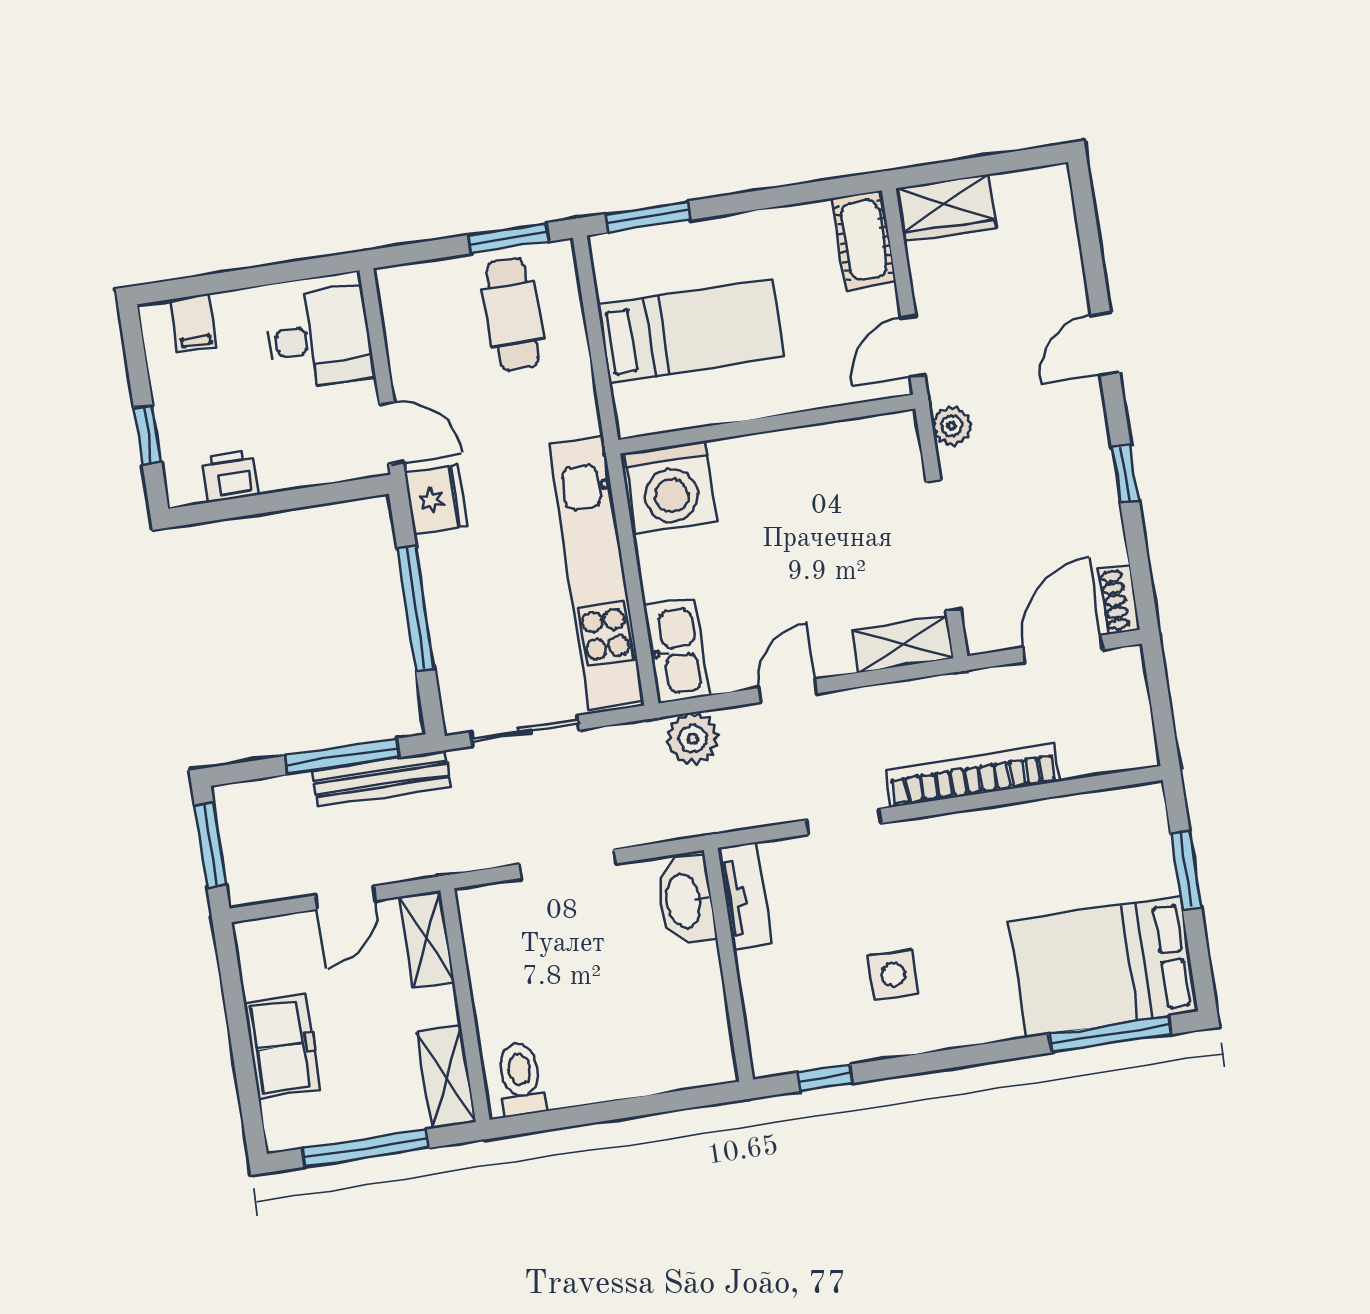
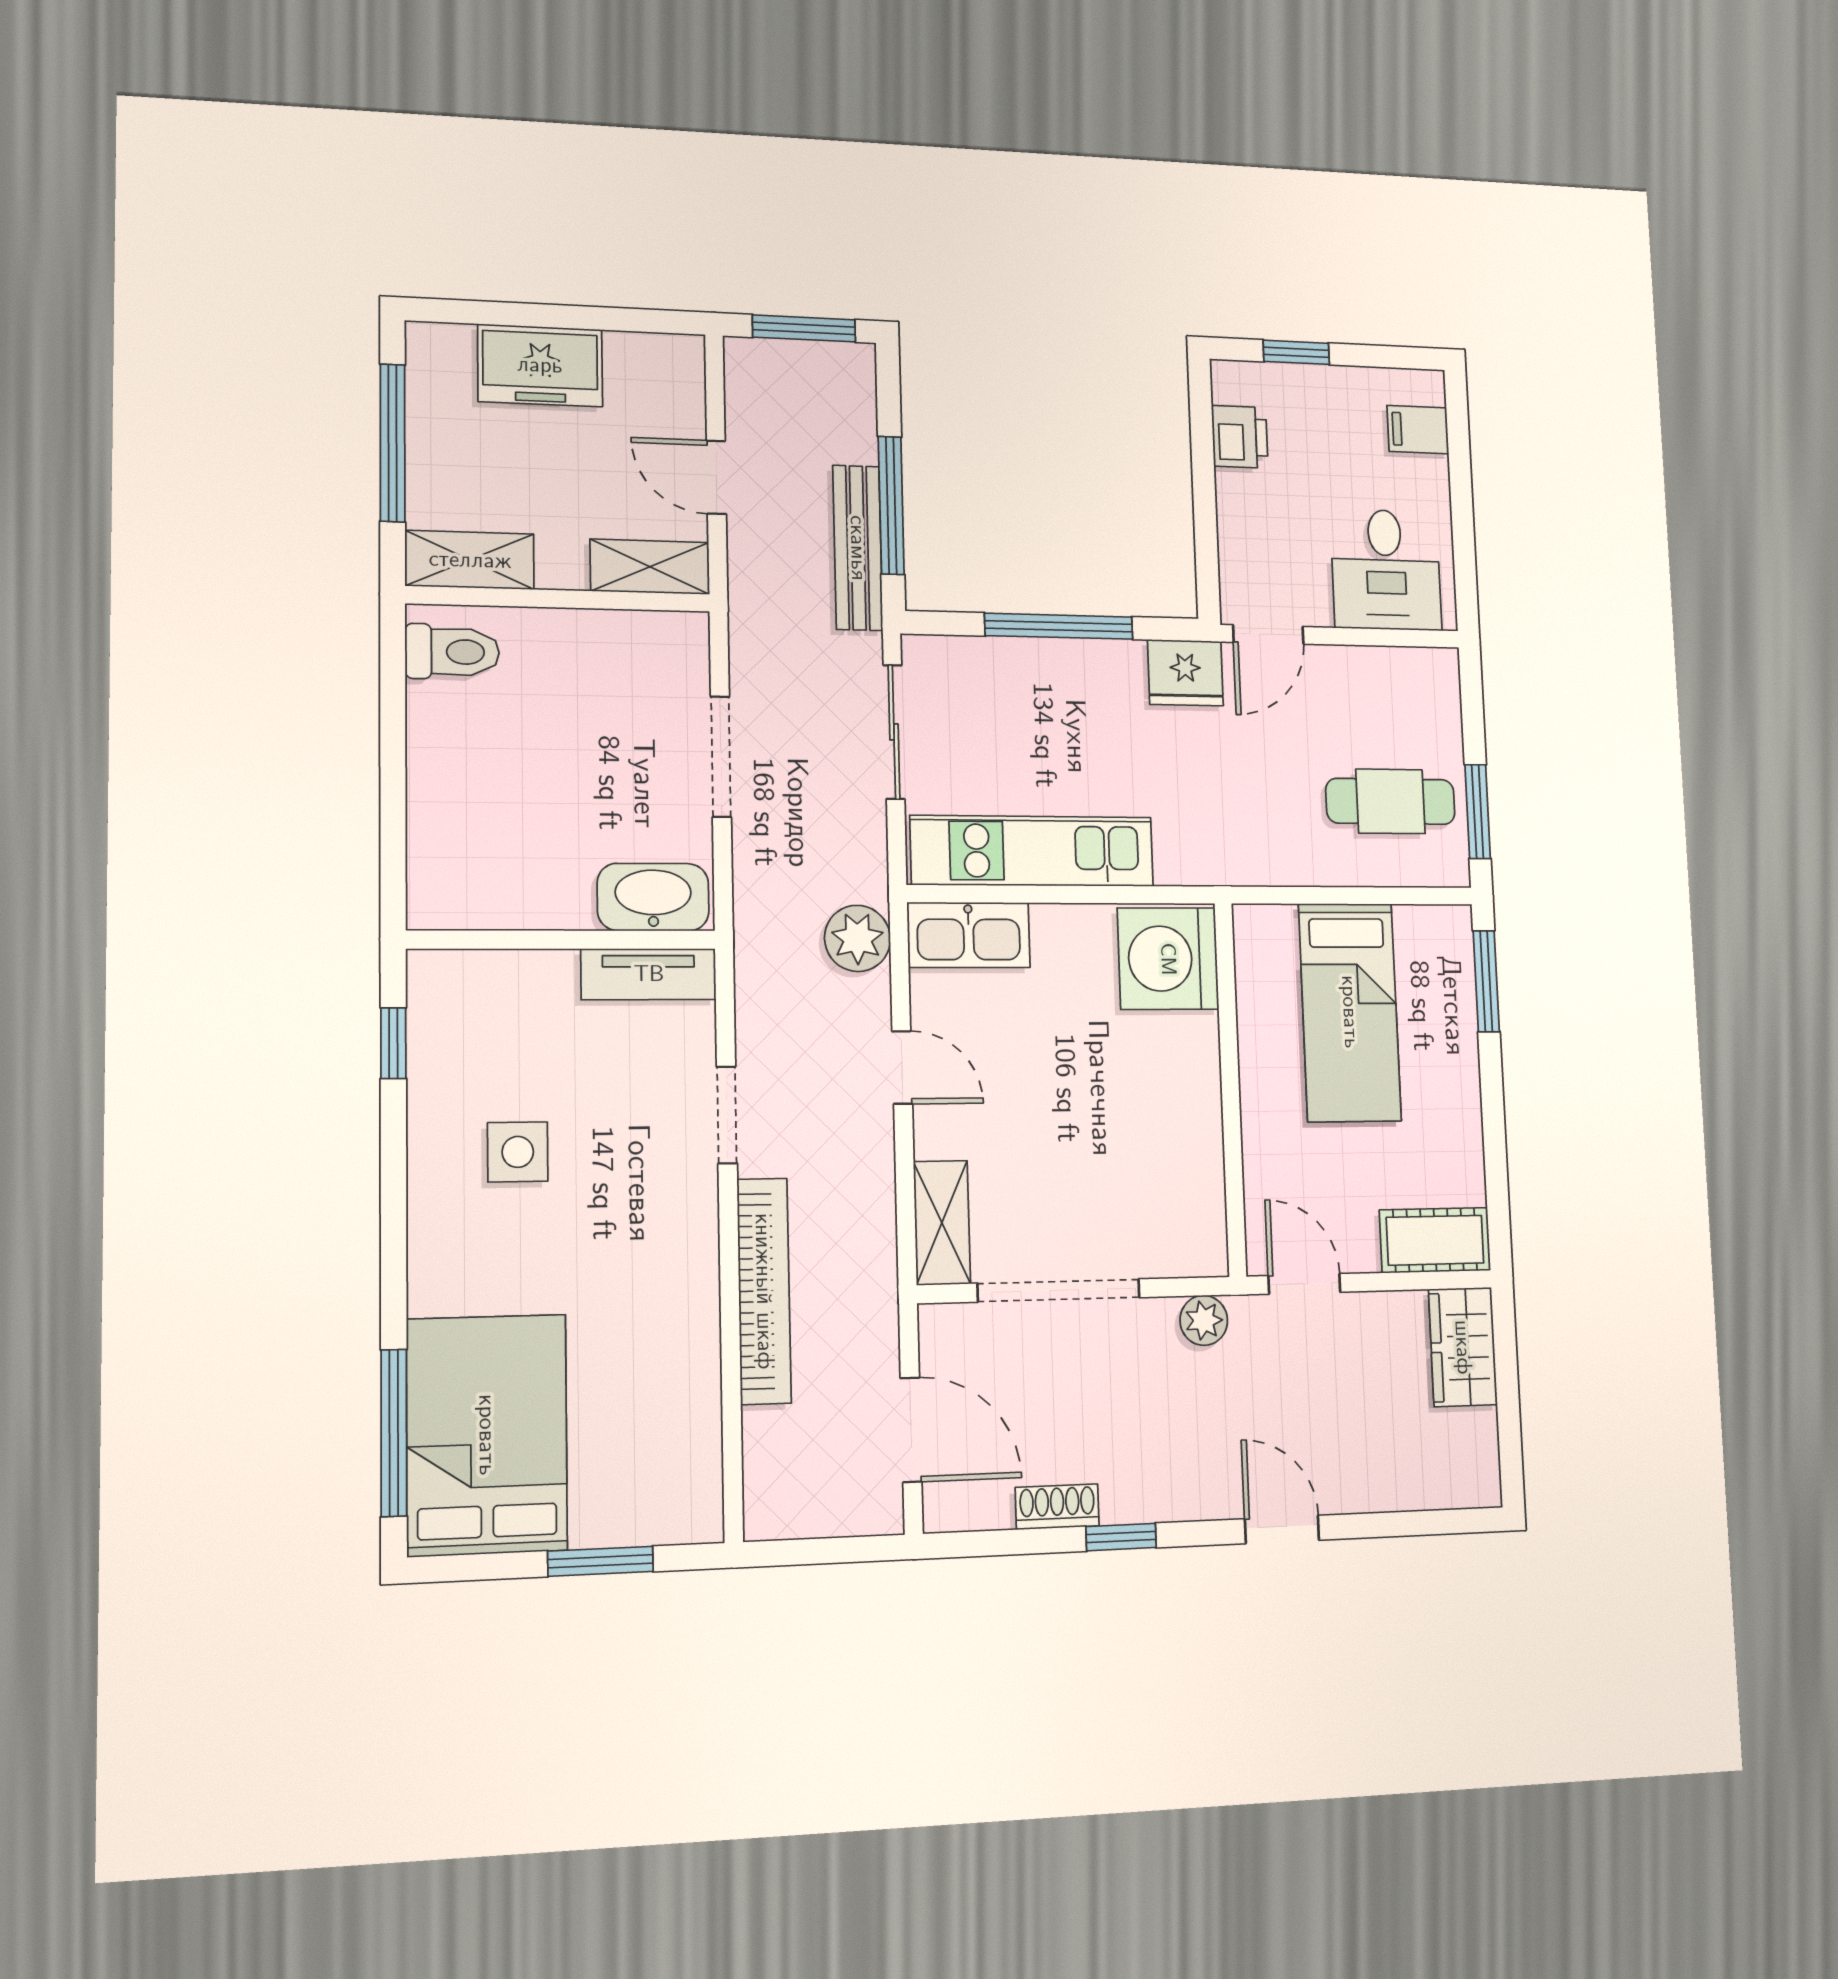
kitchen unit: (596, 573) -> (1032, 851), width x0.73
shoe rack: (1119, 600) -> (1057, 1507), moved

